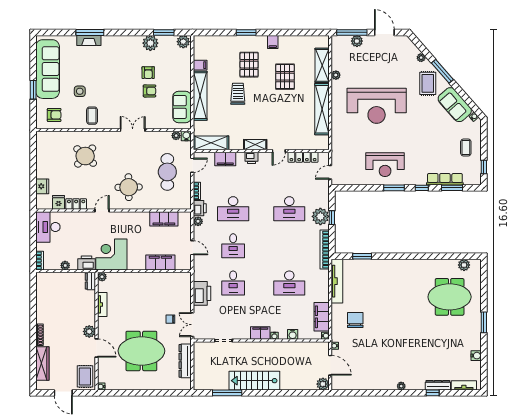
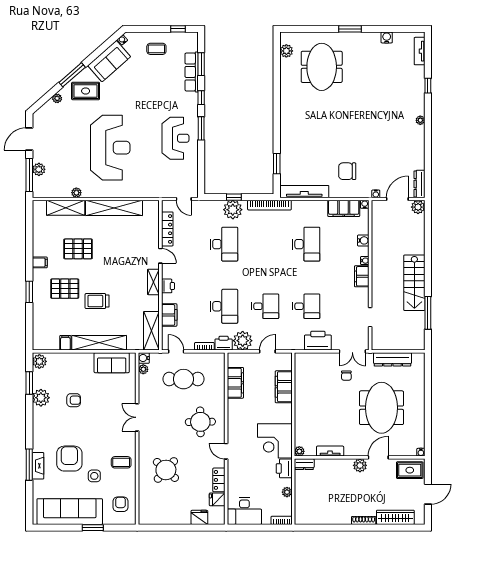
armchair: (150, 91) -> (69, 459), moved, width x1.88, depth x1.88
plant: (198, 221) -> (243, 341), width x1.88, depth x1.88
dresser: (438, 385) -> (420, 184), moved

